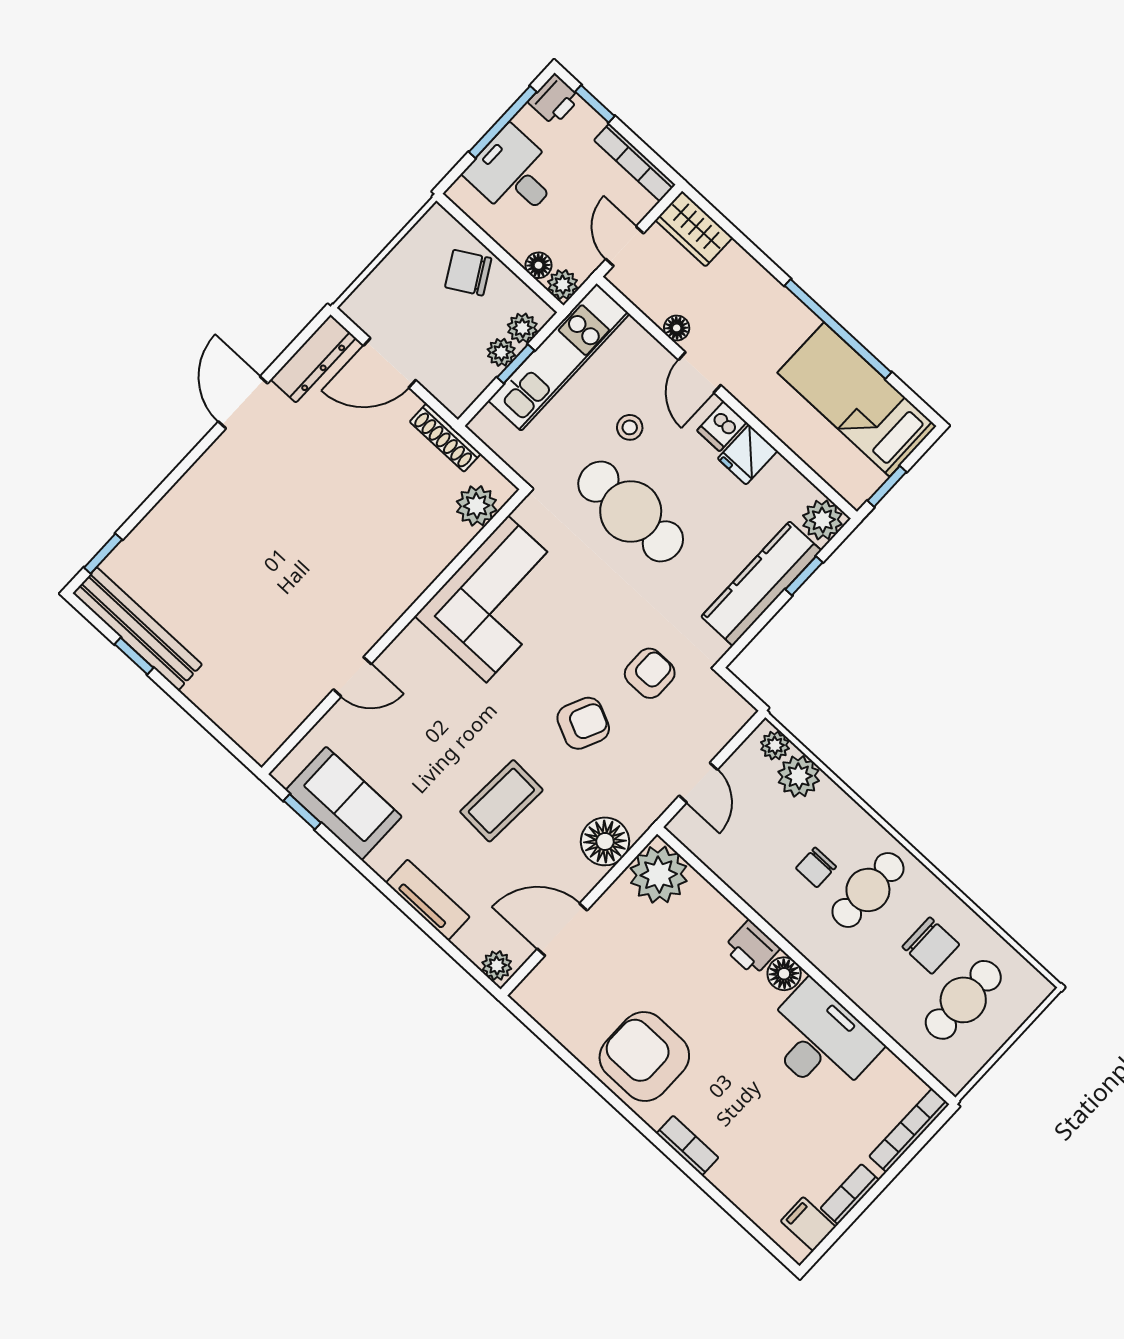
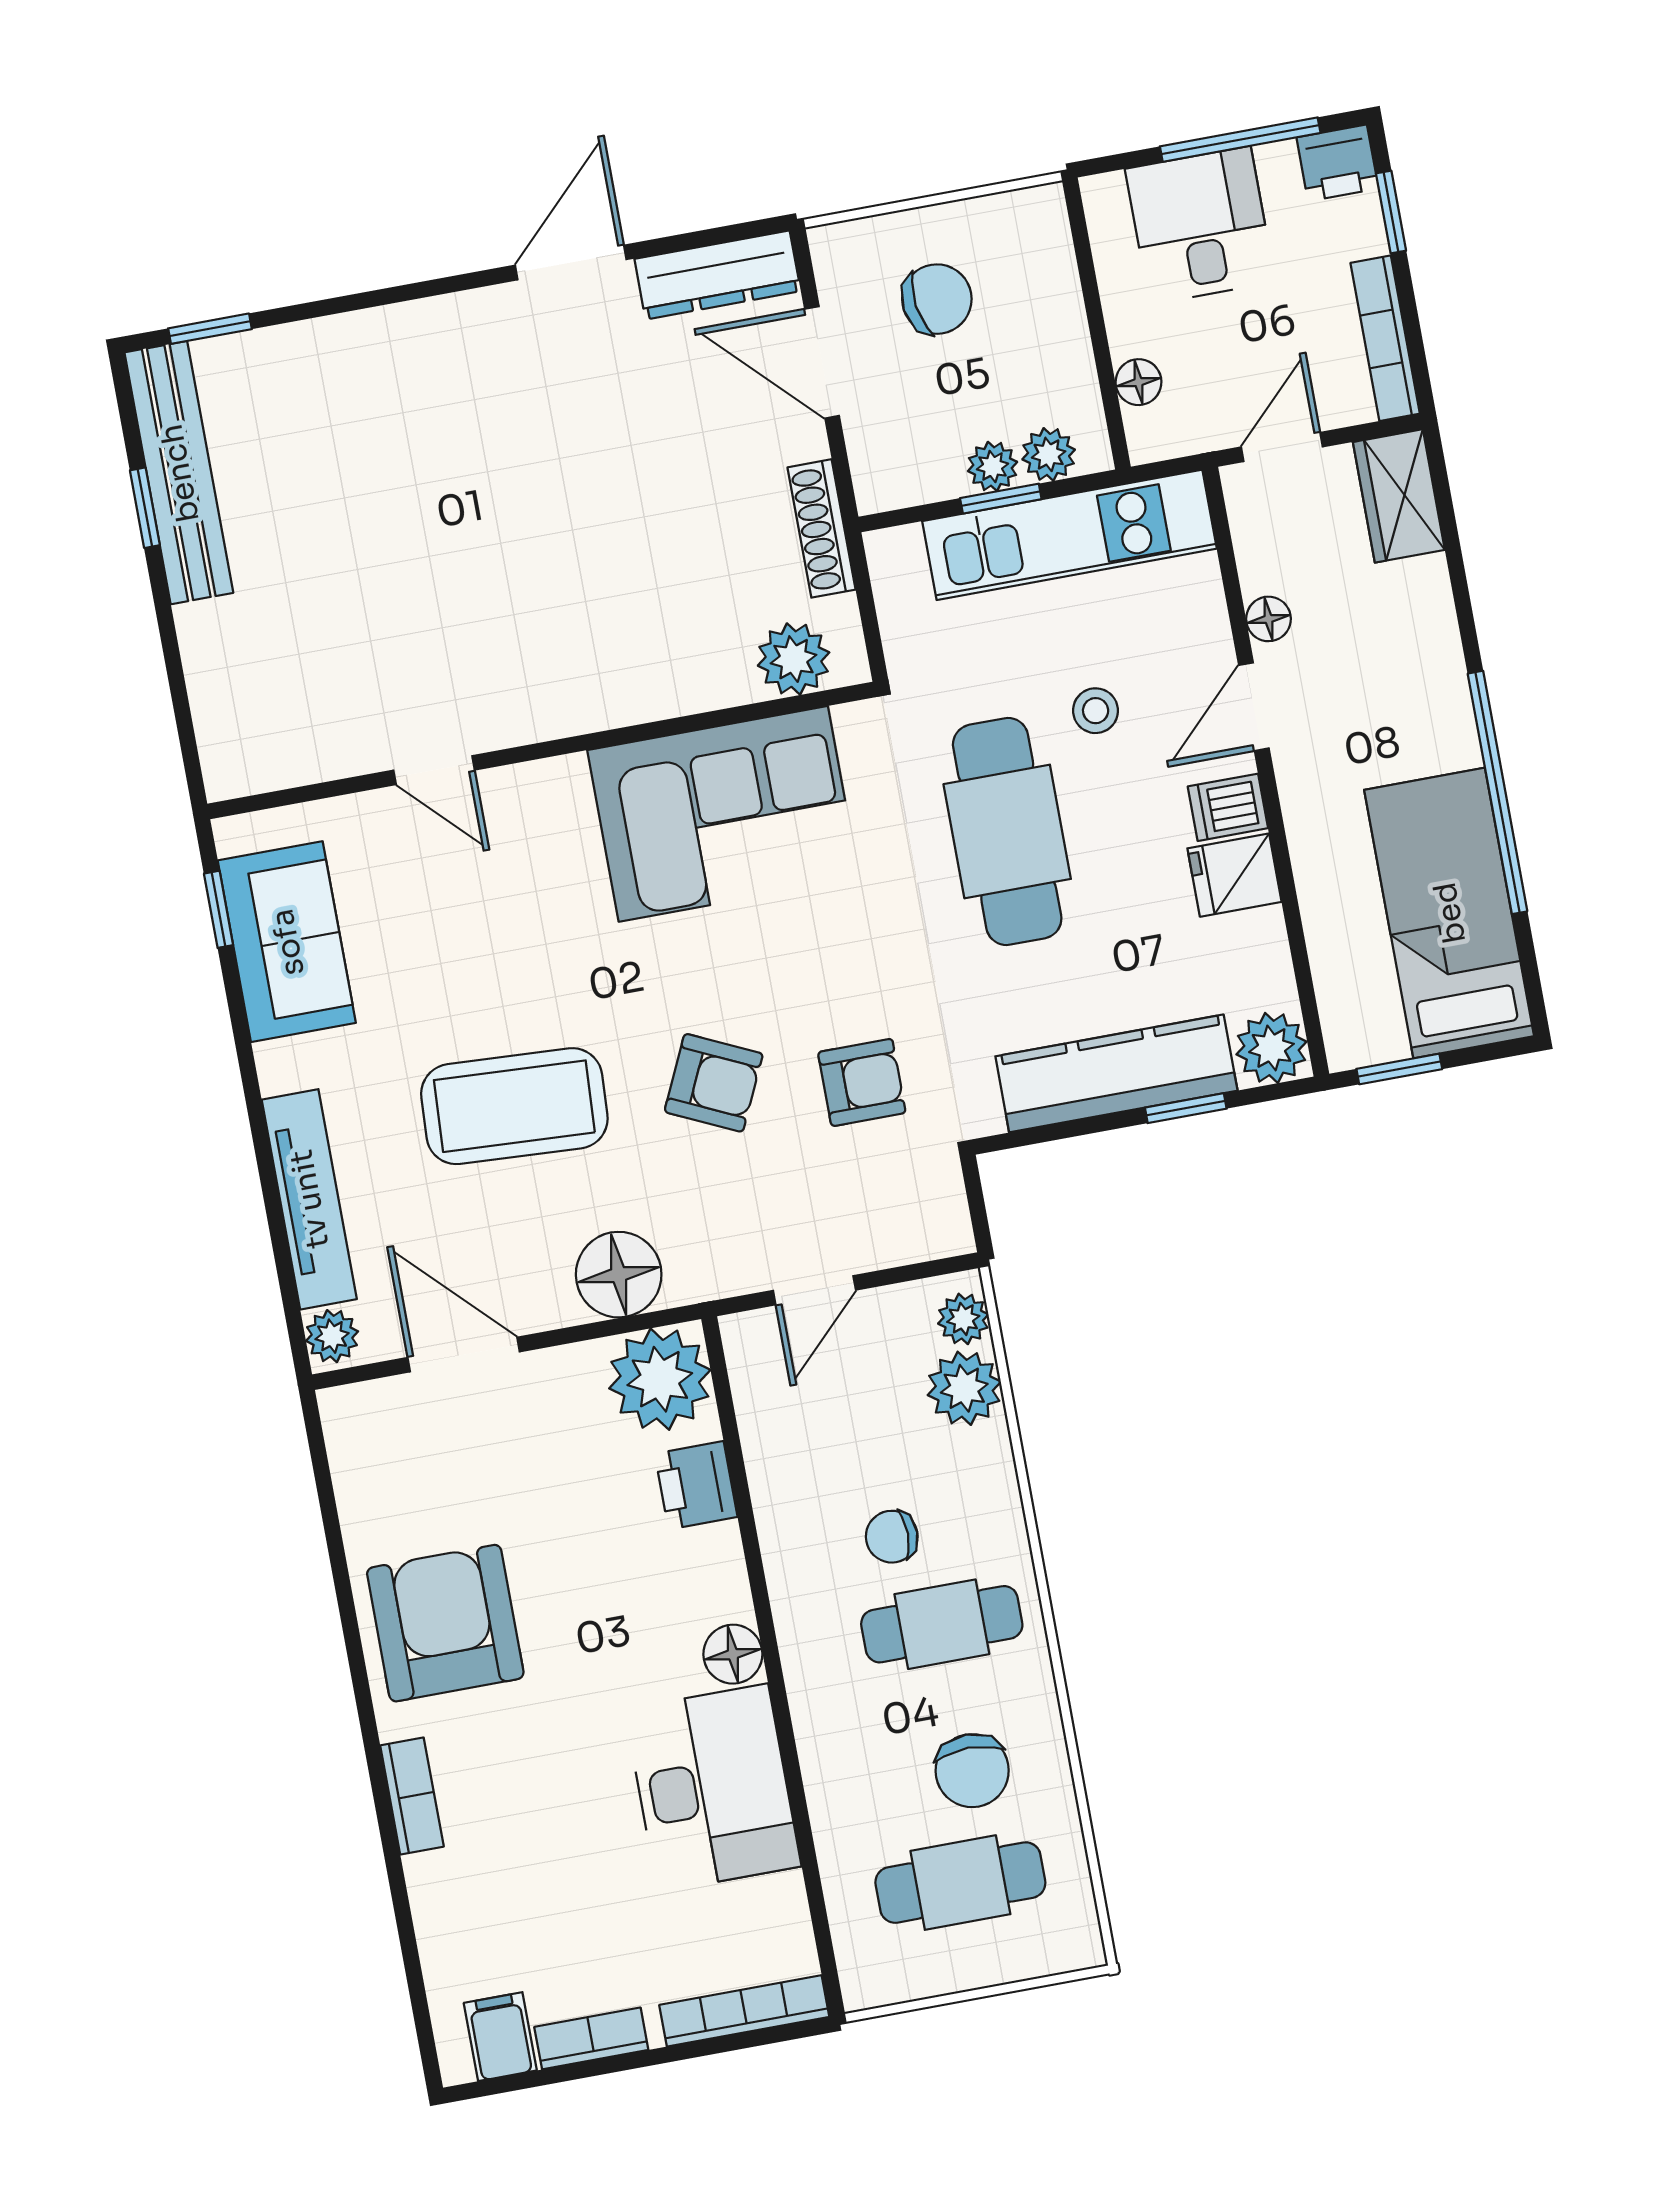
chair: (468, 273) -> (937, 299), moved, turned 112
plant: (563, 285) -> (1152, 435), removed
coffee table: (501, 801) -> (514, 1106), width x1.36, depth x1.32
tv unit: (428, 900) -> (309, 1199), width x1.41
printer: (752, 948) -> (696, 1485), moved

